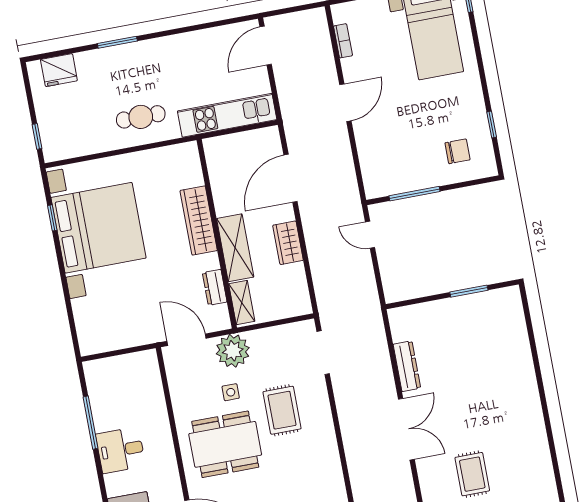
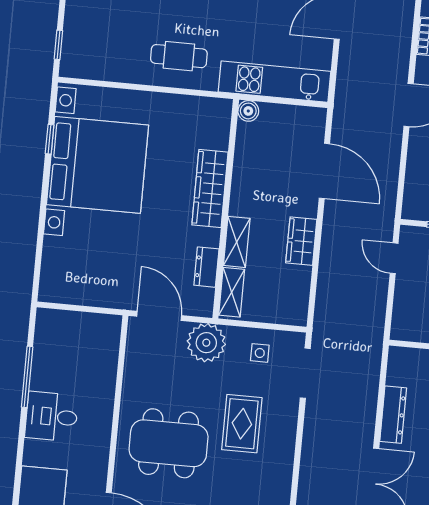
boiler: (212, 146) -> (248, 111), added
door: (290, 178) -> (324, 171), swing flipped
shelving: (235, 248) -> (237, 242), width x0.67, depth x0.75
side table: (231, 392) -> (260, 353), moved

